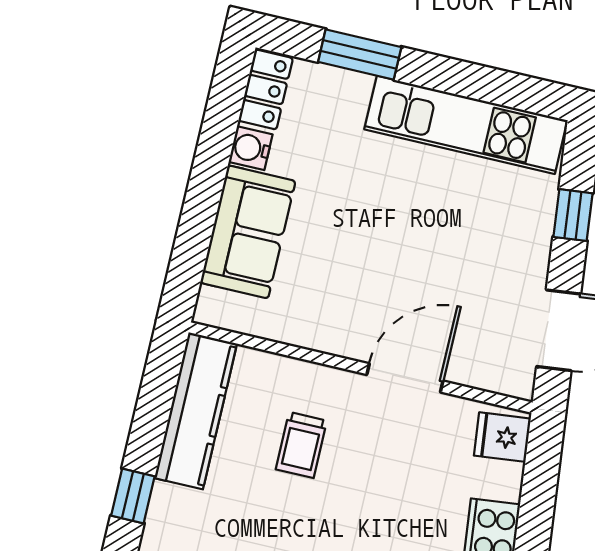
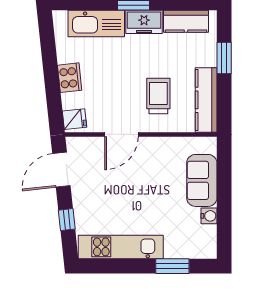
locker: (266, 89) -> (208, 242), removed
trolley: (301, 445) -> (158, 96), width x1.36, depth x1.39
window: (133, 496) -> (224, 58), width x1.50

